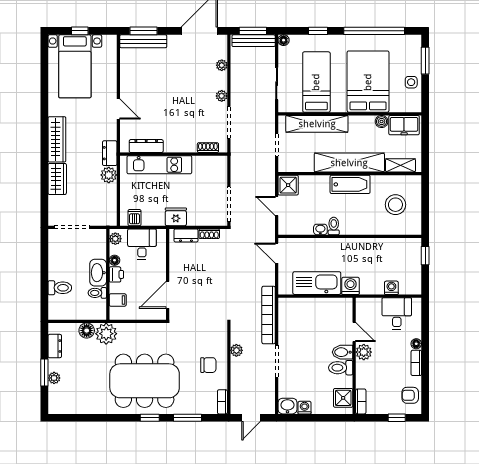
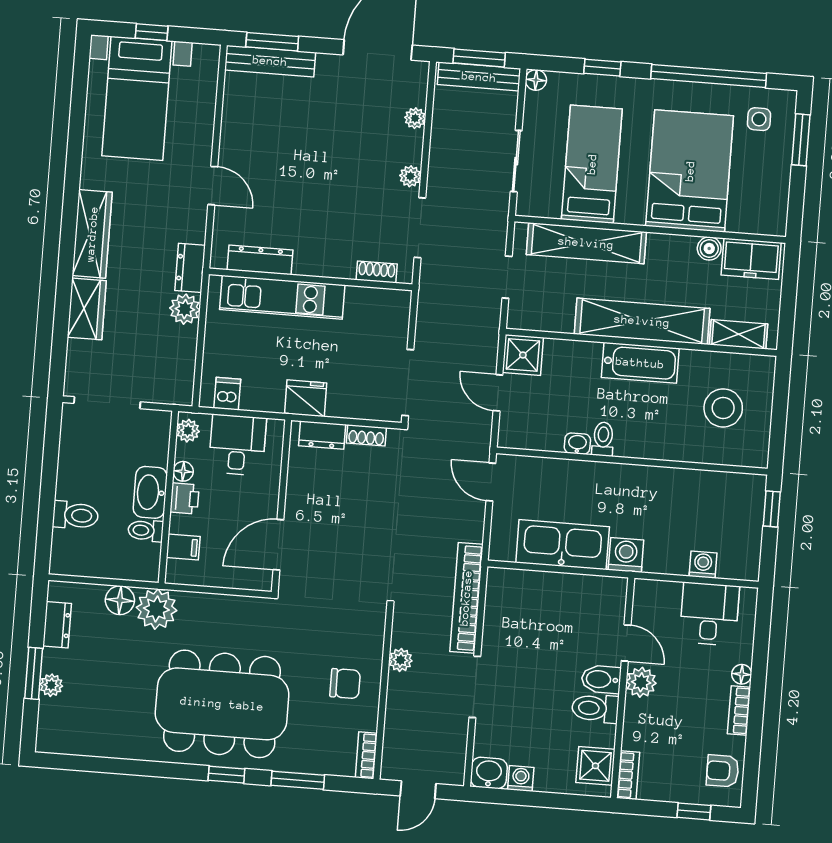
side table: (411, 82) -> (759, 119), moved

